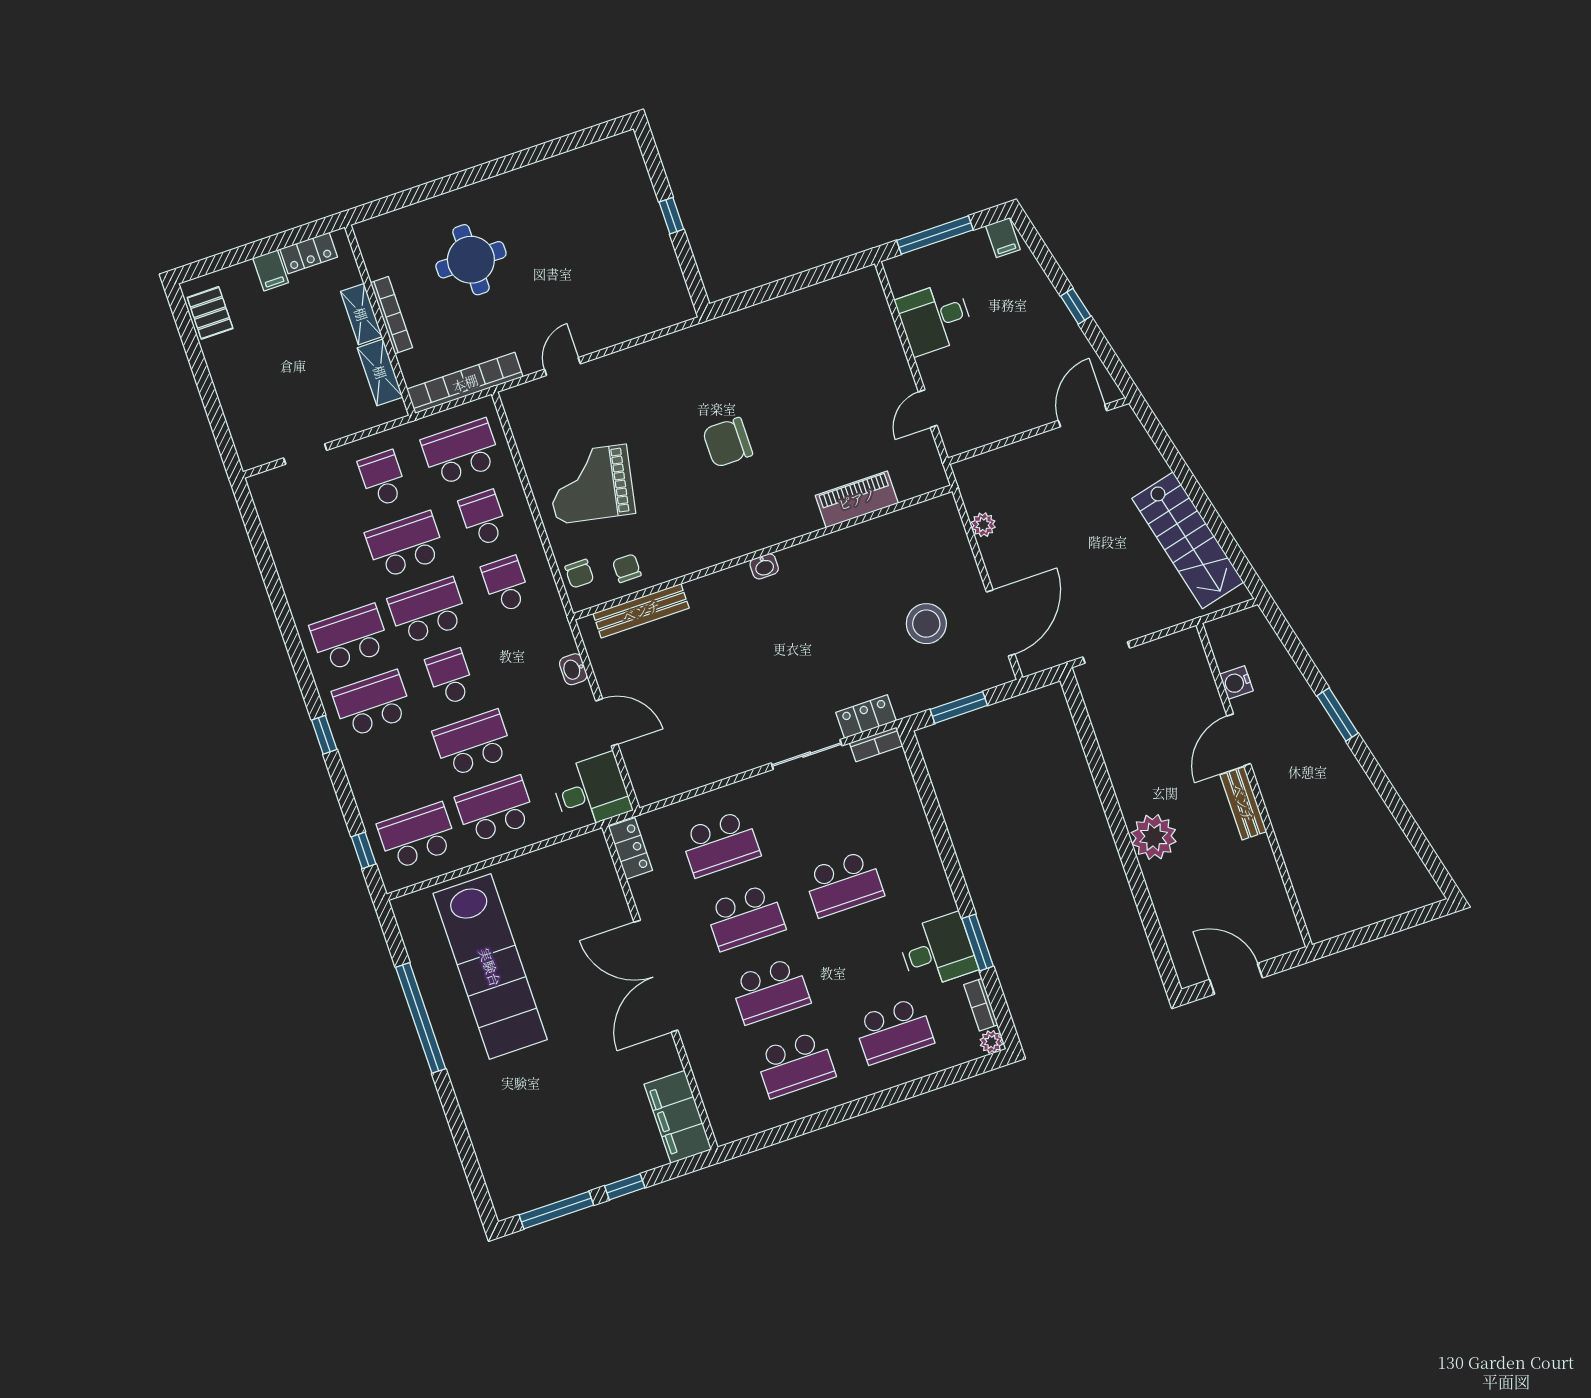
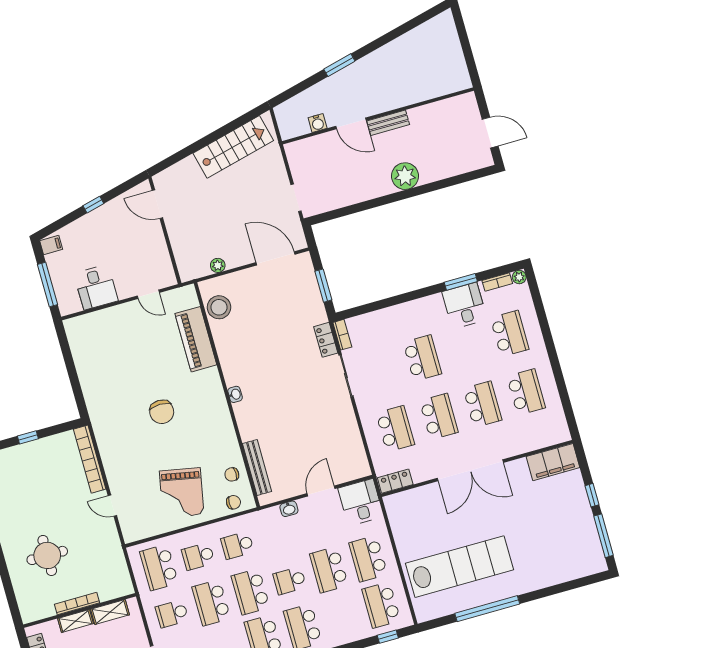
bookcase: (465, 383) -> (90, 459), moved
piano: (857, 499) -> (196, 339), width x1.37, depth x1.33
stool: (926, 624) -> (219, 307), moved
door: (1236, 979) -> (490, 133), swing flipped

